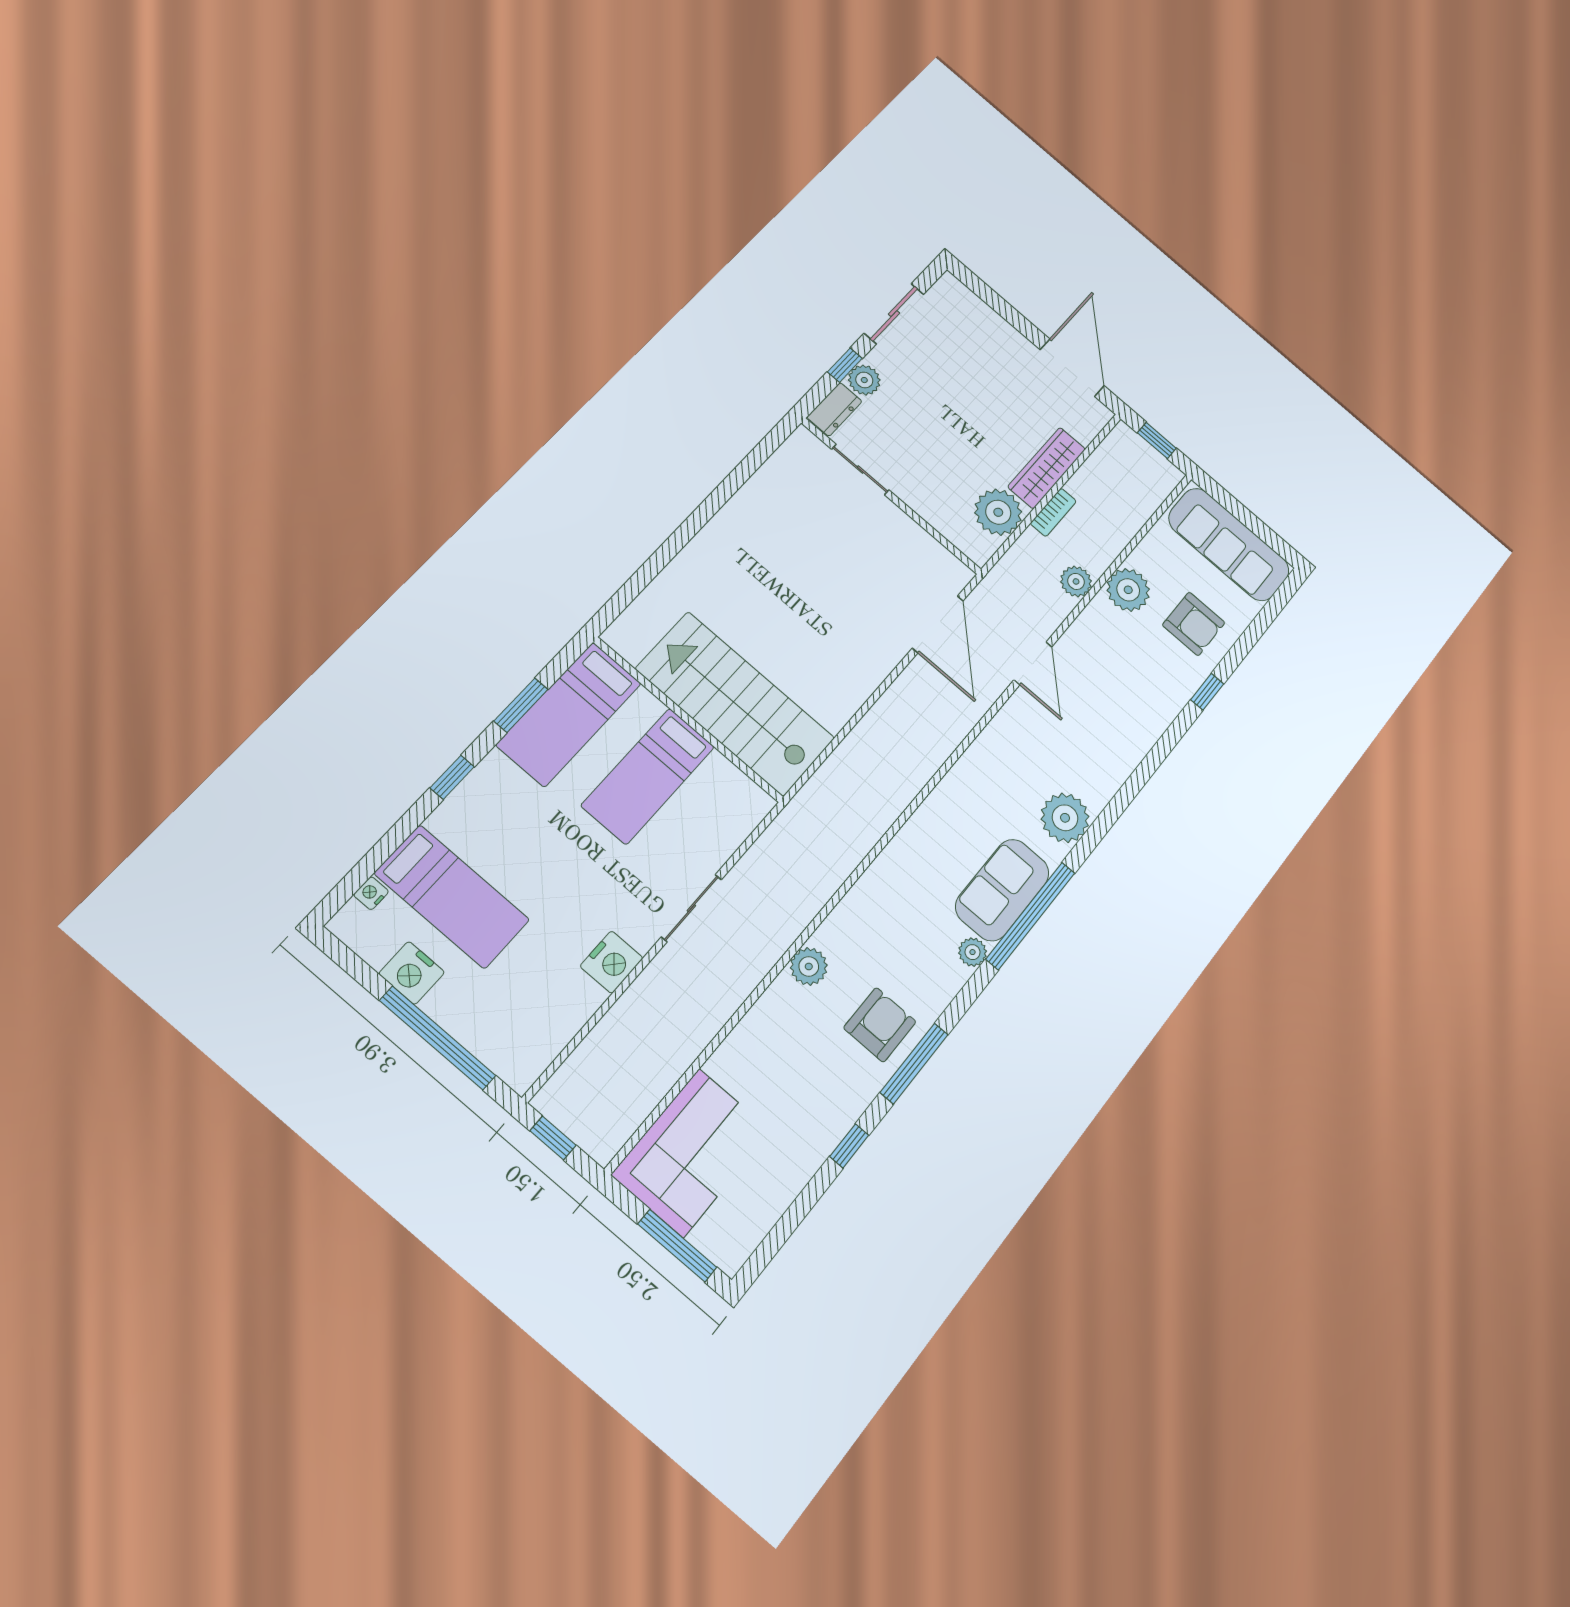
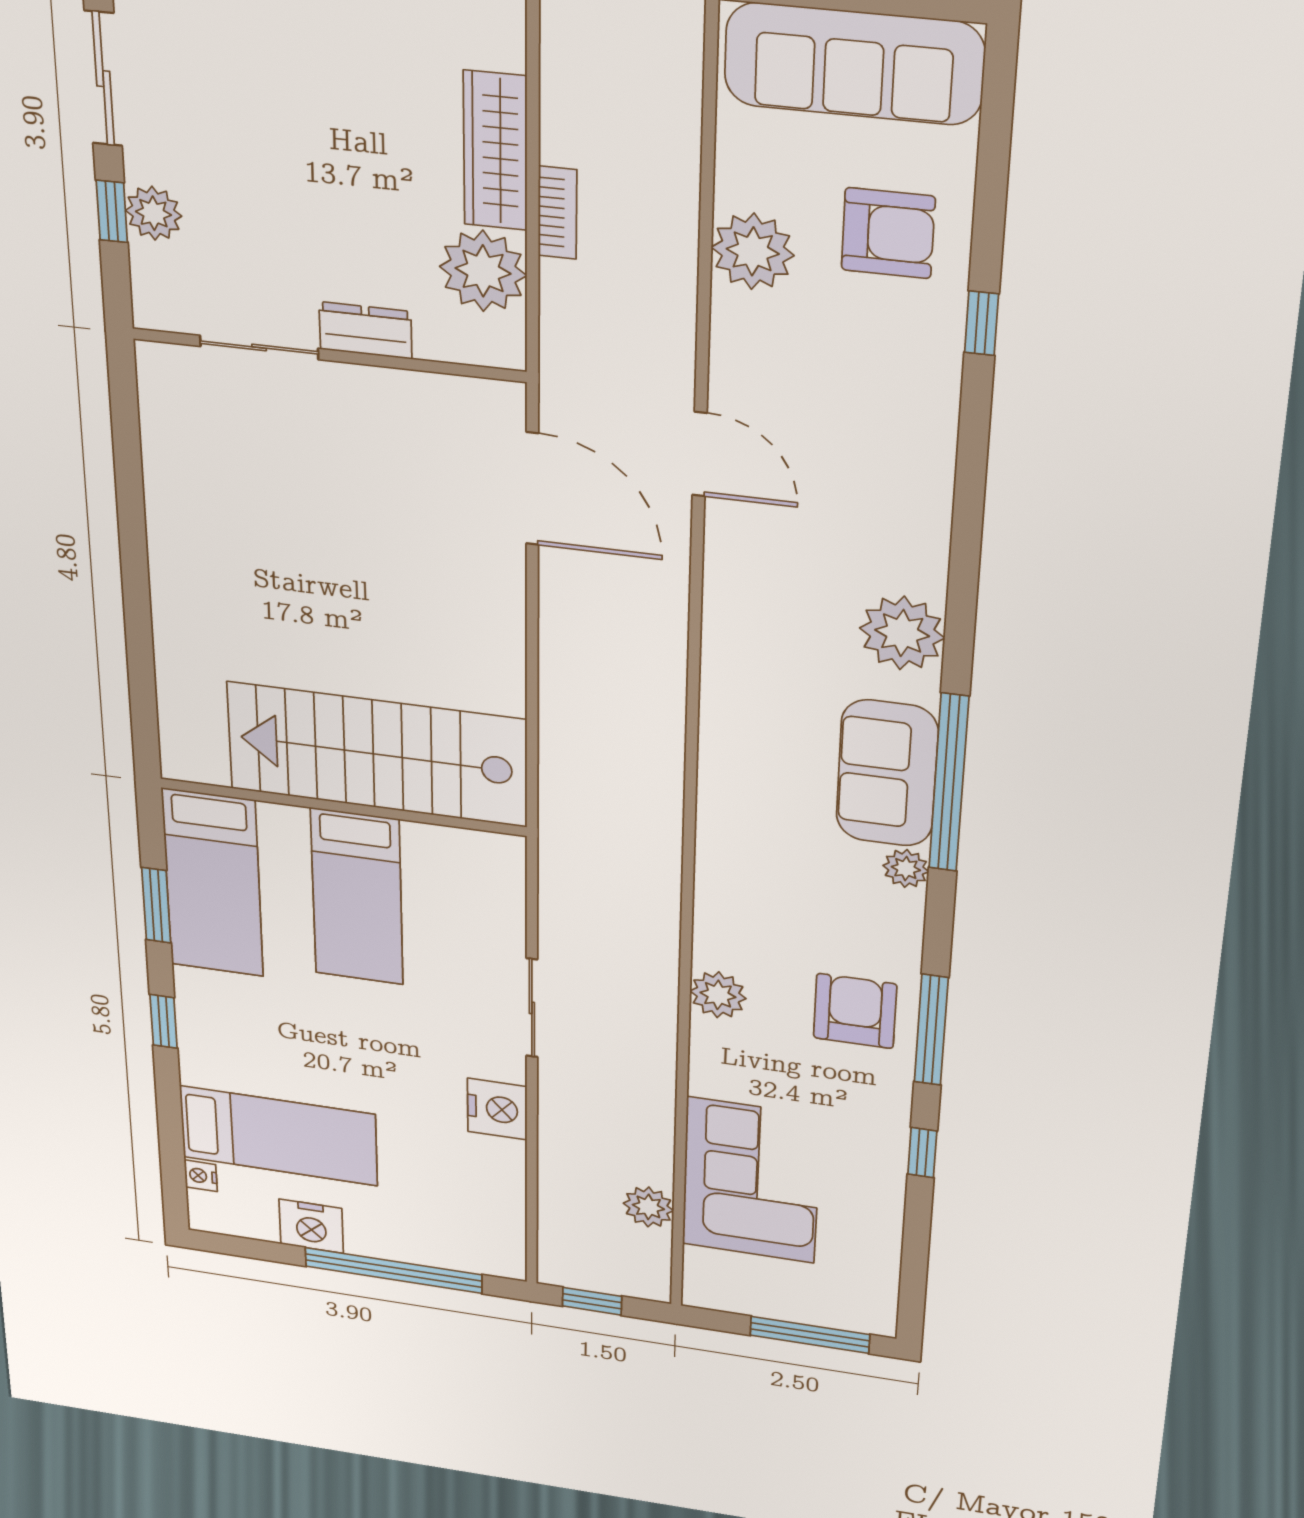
dresser: (835, 409) -> (366, 330), moved, turned -90
plant: (1076, 581) -> (648, 1207), moved
corner sofa: (691, 1152) -> (751, 1180), moved

